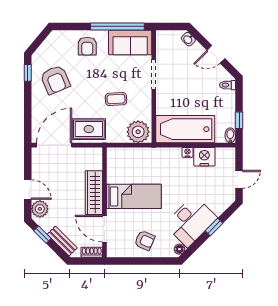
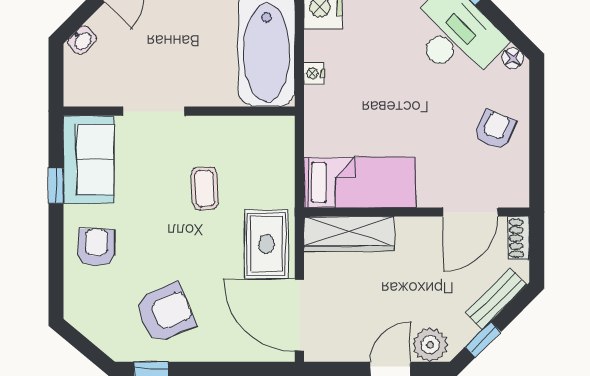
window: (117, 26) -> (56, 186), width x0.32
armchair: (87, 46) -> (96, 247), turned -88
plant: (138, 132) -> (272, 143), removed
nightstand: (188, 152) -> (314, 73), moved
wardrobe: (94, 193) -> (349, 234), moved
bed: (134, 196) -> (360, 182), moved, turned 90

